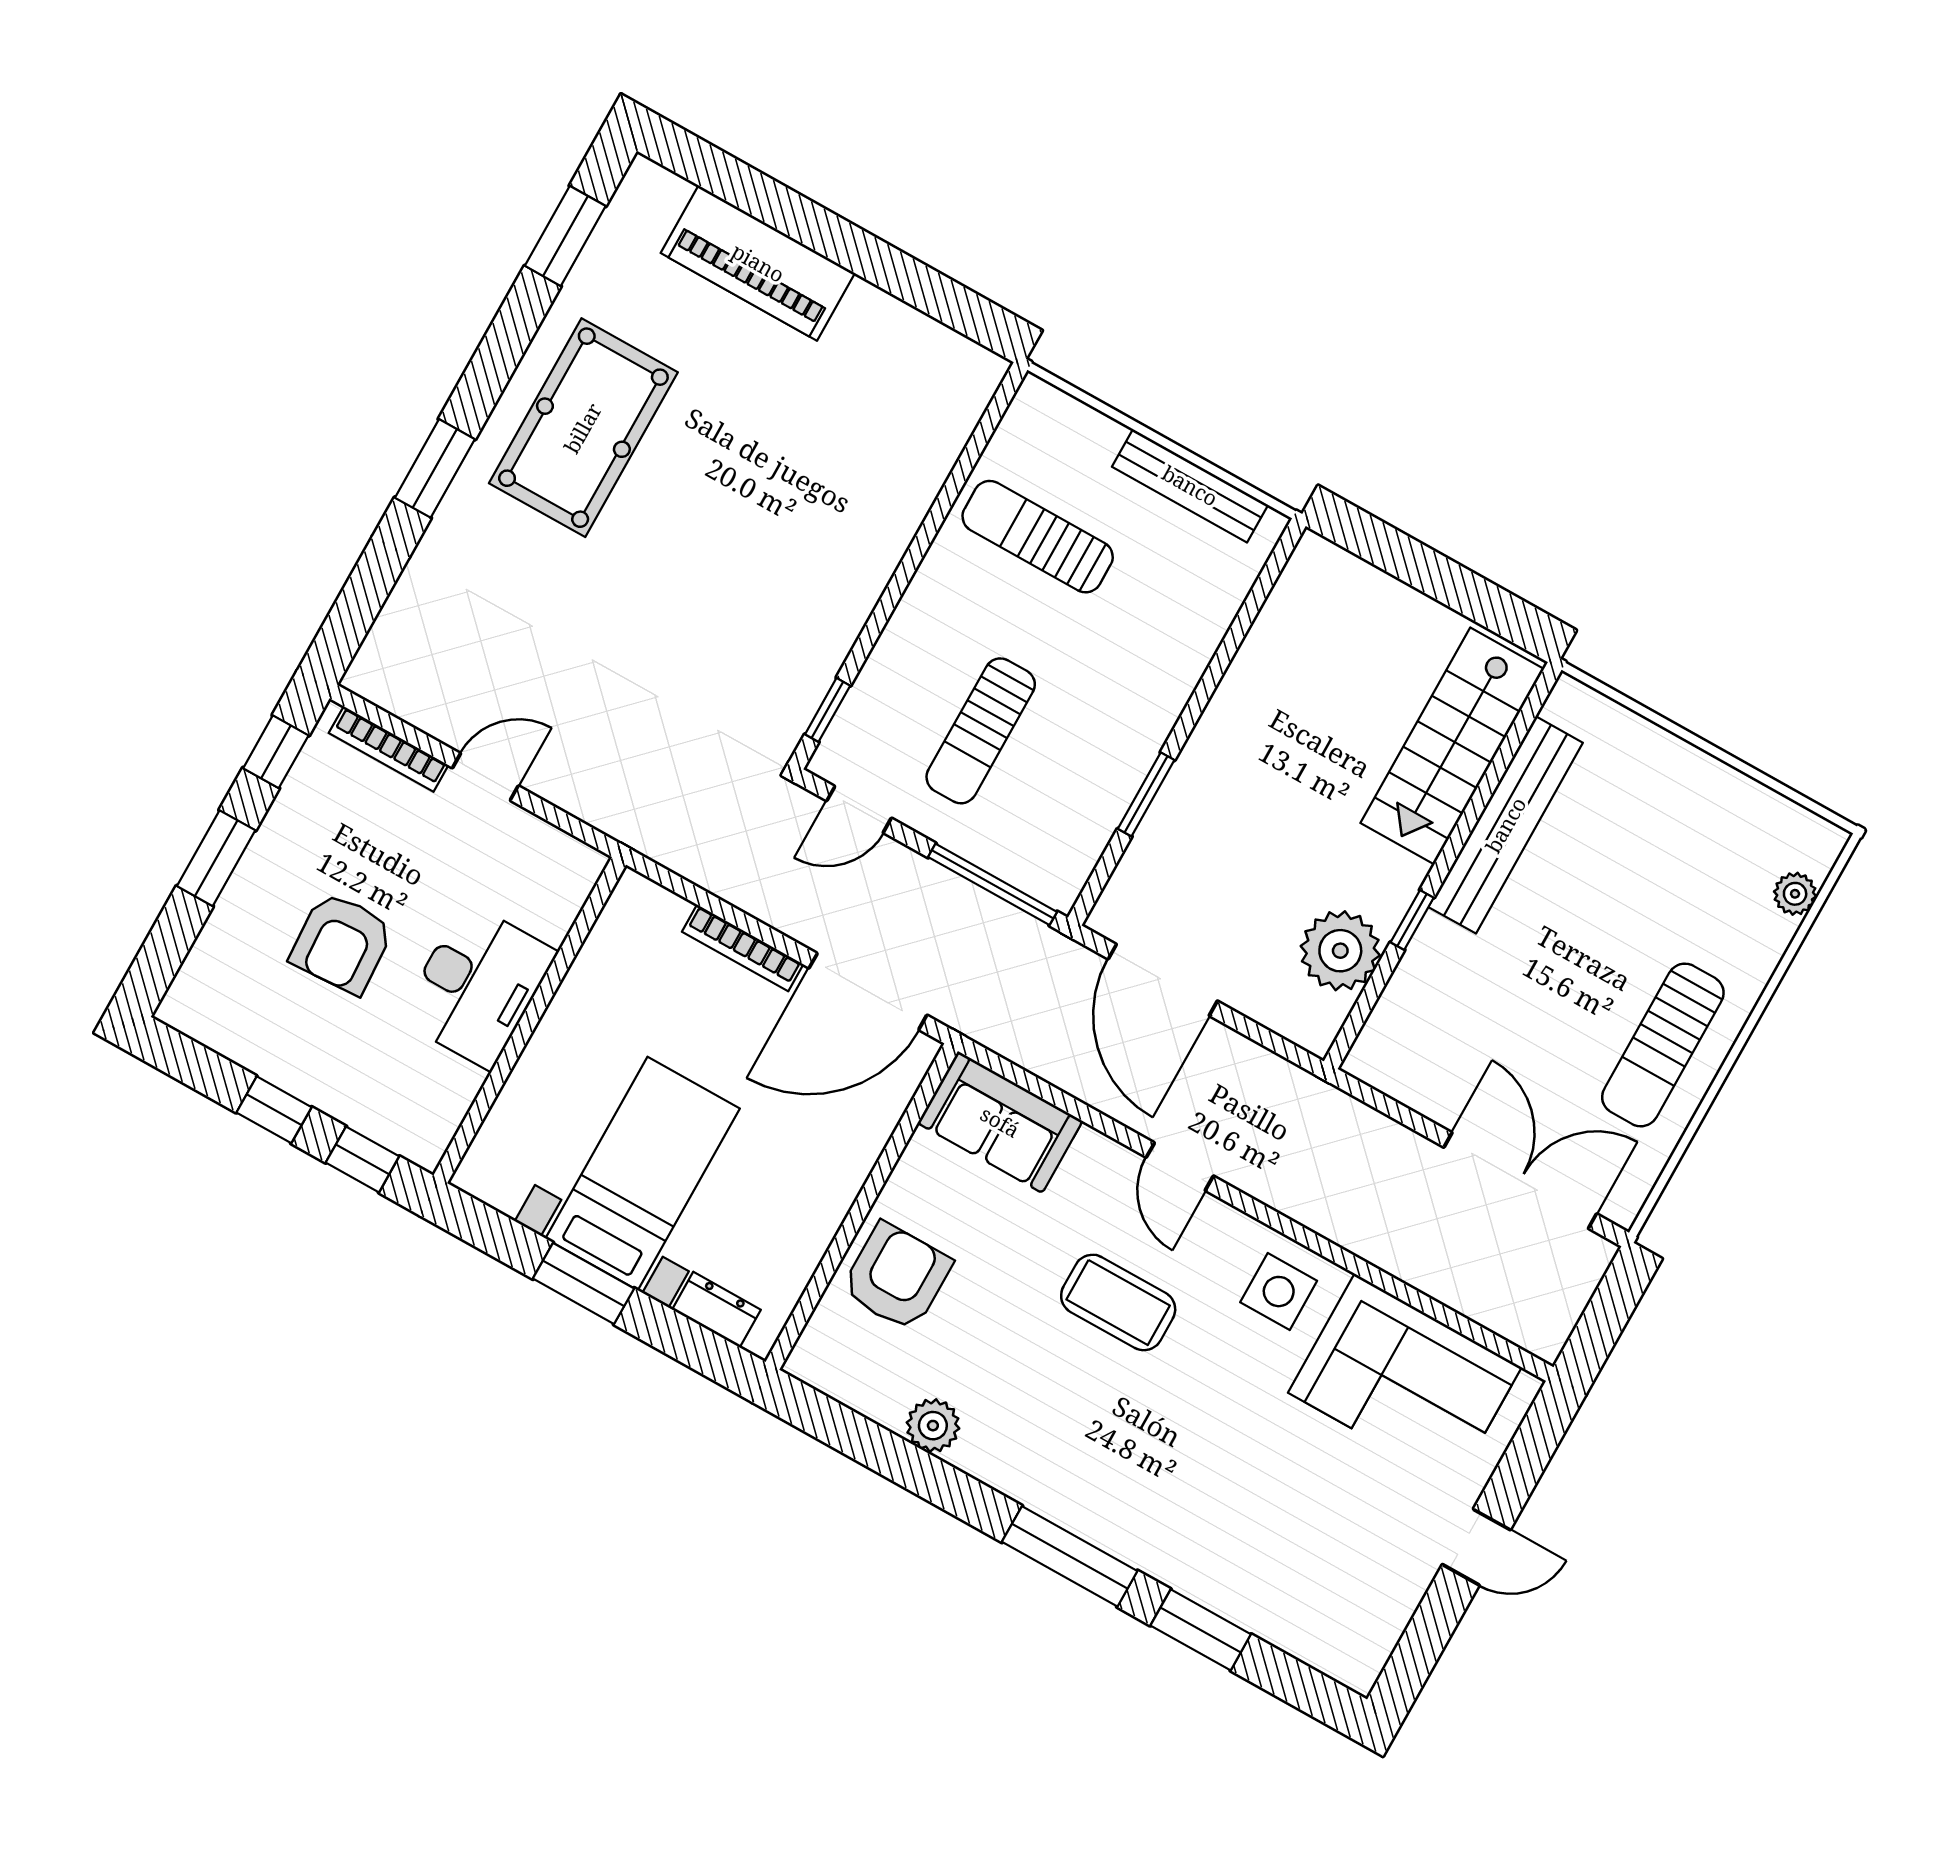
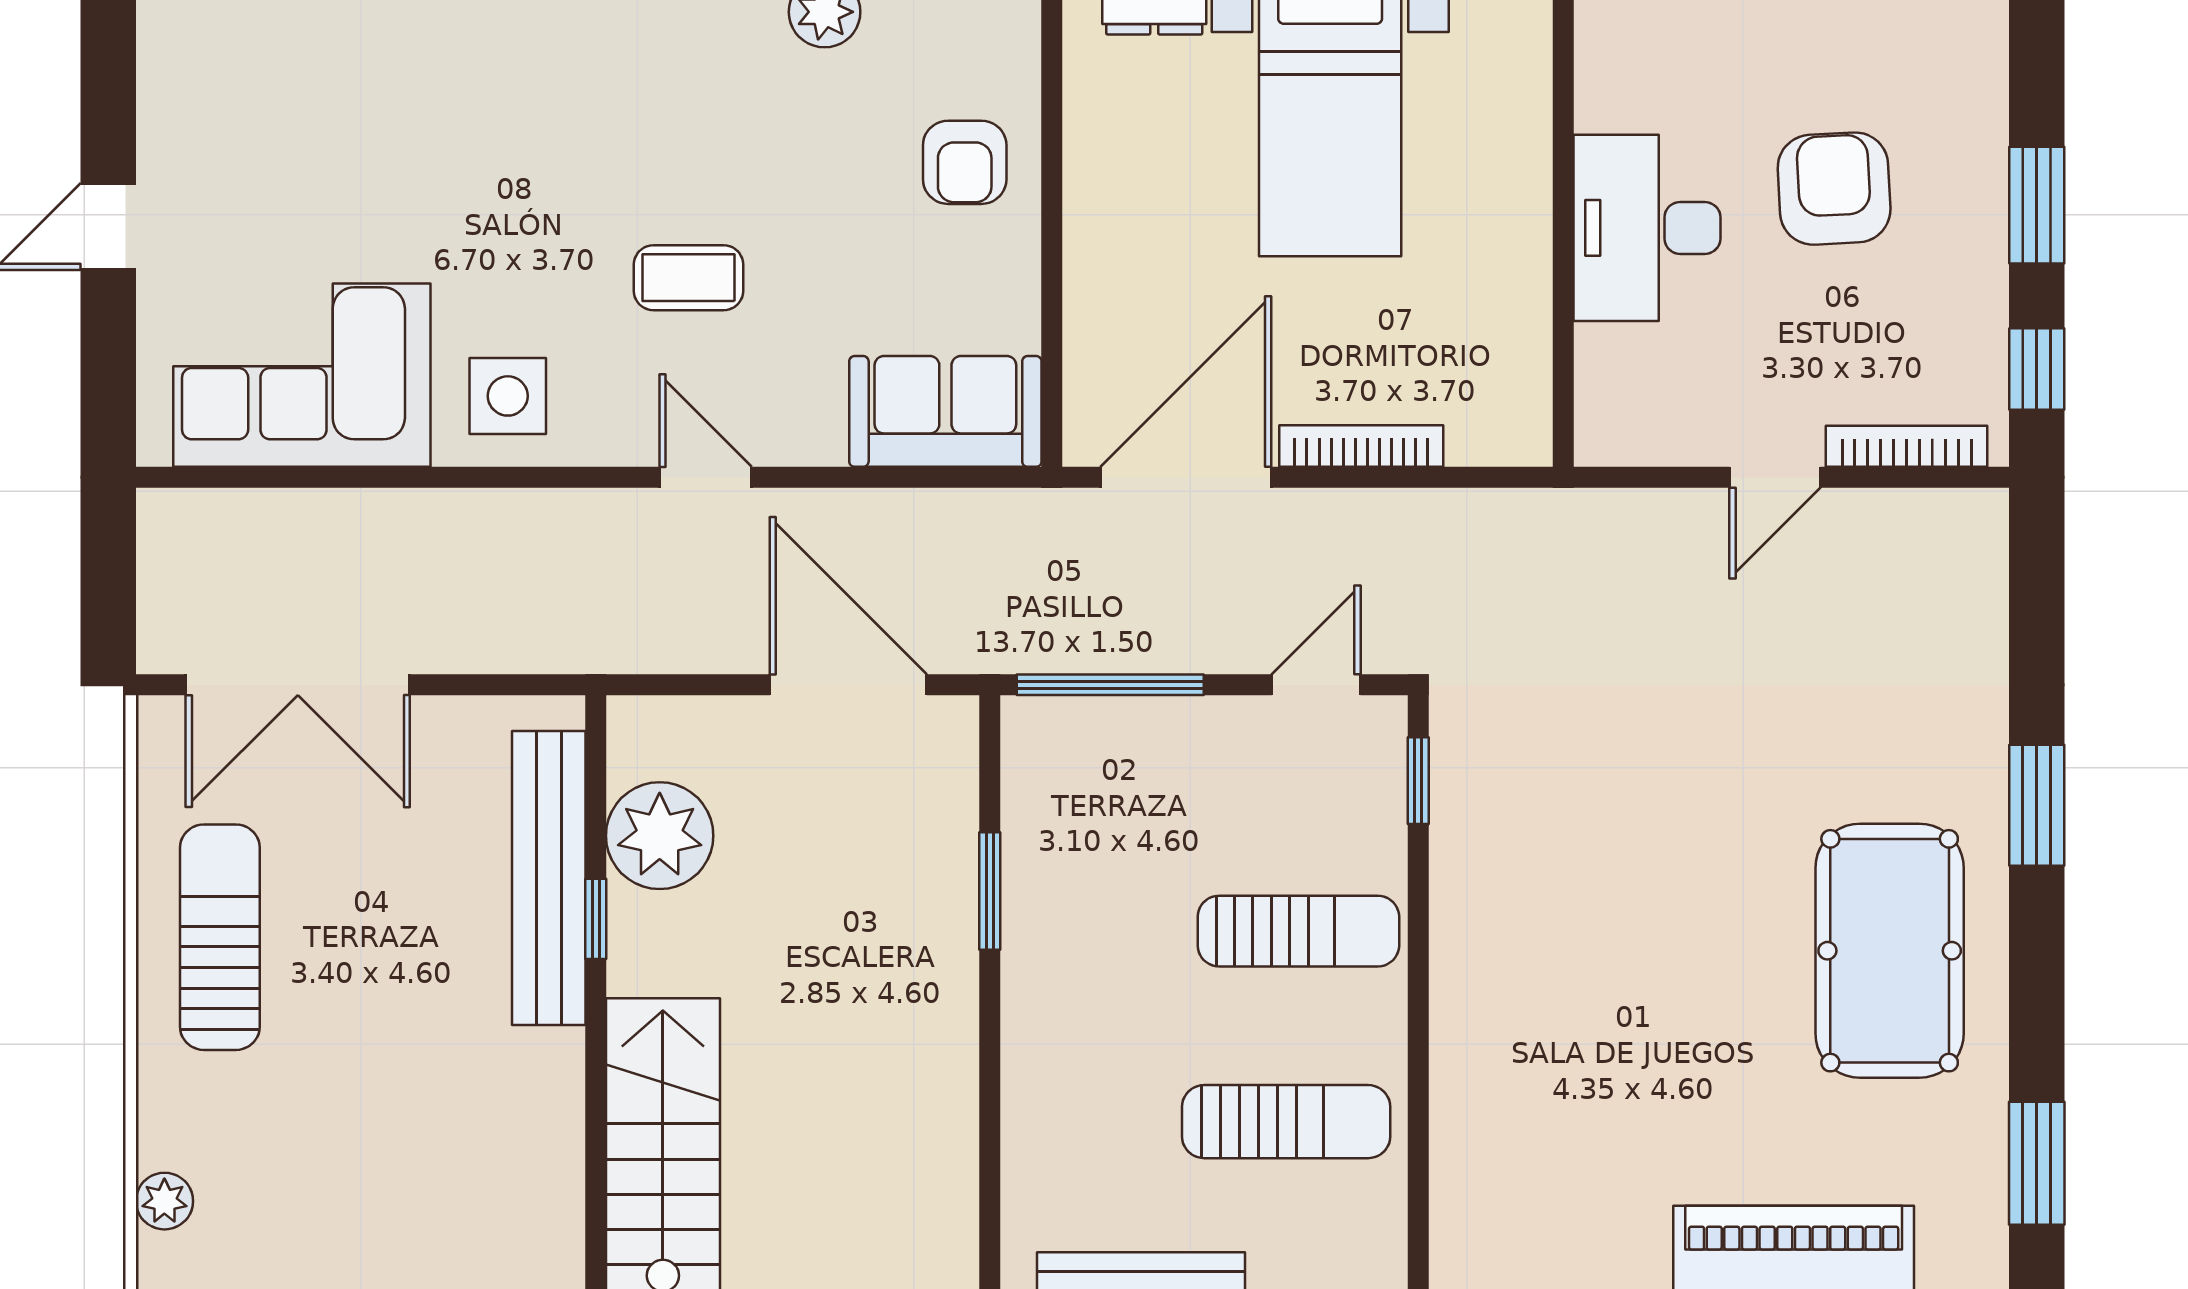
sun lounger: (981, 731) -> (1298, 931), moved, turned 90
bench: (1506, 825) -> (549, 878), moved
armchair: (897, 1277) -> (965, 162), width x0.72, depth x0.72
coffee table: (1118, 1302) -> (689, 278), width x0.73, depth x0.77

